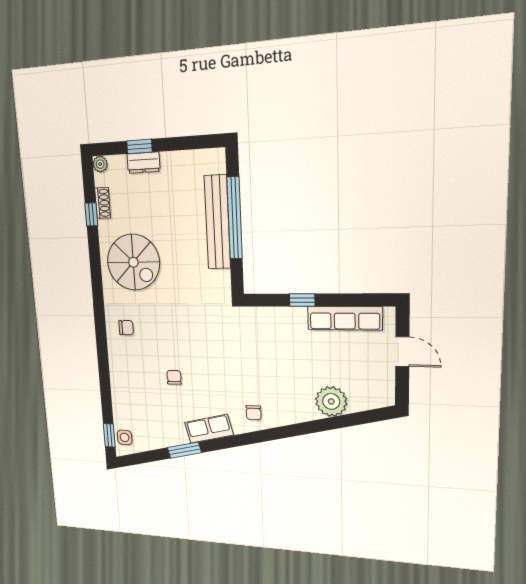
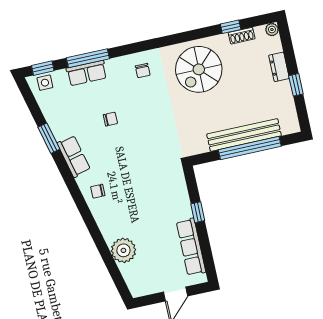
window: (139, 146) -> (296, 85), moved
window: (105, 385) -> (88, 58), added
row of seats: (120, 390) -> (87, 73), added

